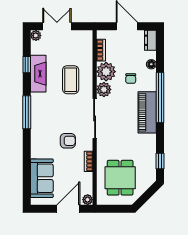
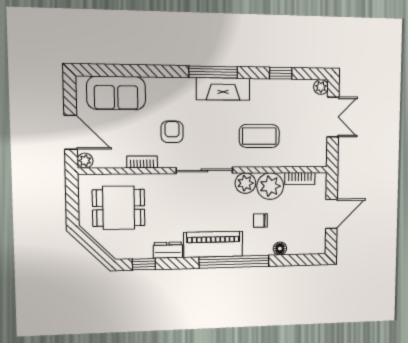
dresser: (150, 40) -> (168, 250), moved
fireplace: (38, 74) -> (223, 89), moved
armchair: (68, 141) -> (172, 132), turned 180

